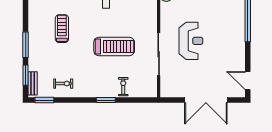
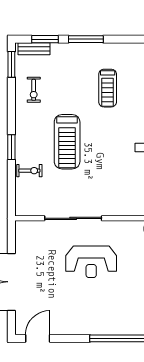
treadmill: (62, 29) -> (108, 88), turned 90
treadmill: (114, 47) -> (67, 142), moved

